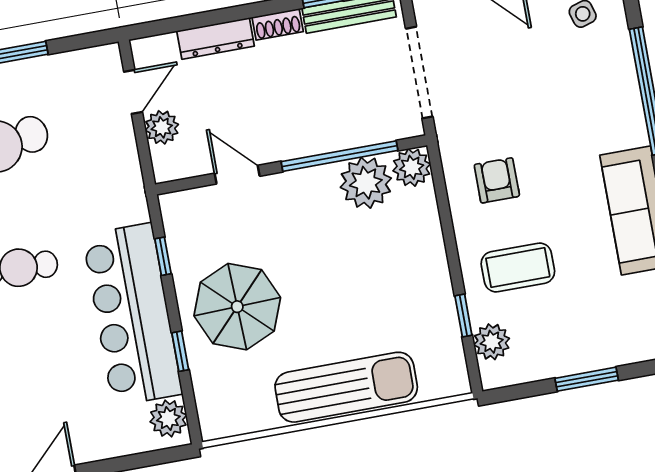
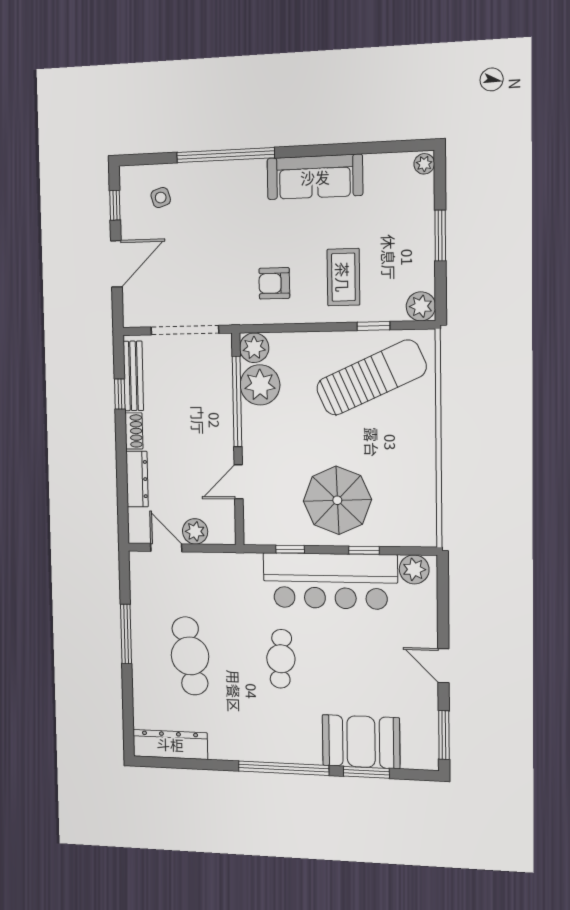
plant: (492, 342) -> (421, 306), moved
sun lounger: (346, 387) -> (371, 378), moved, turned 66

